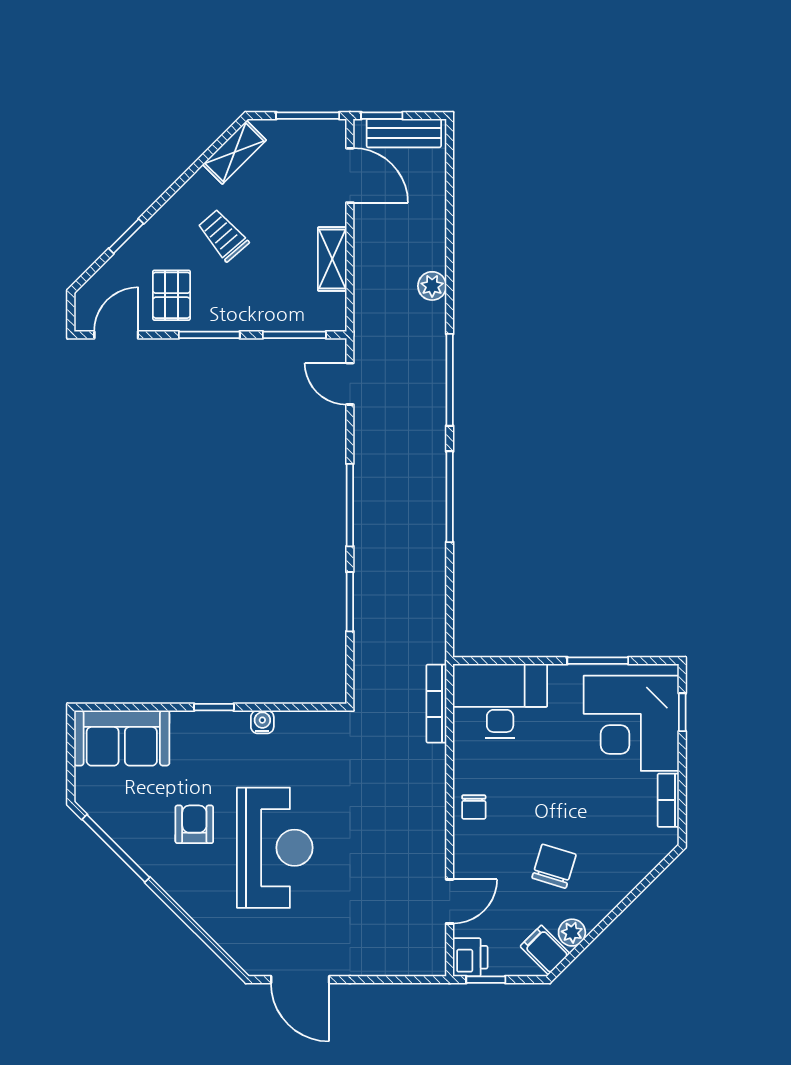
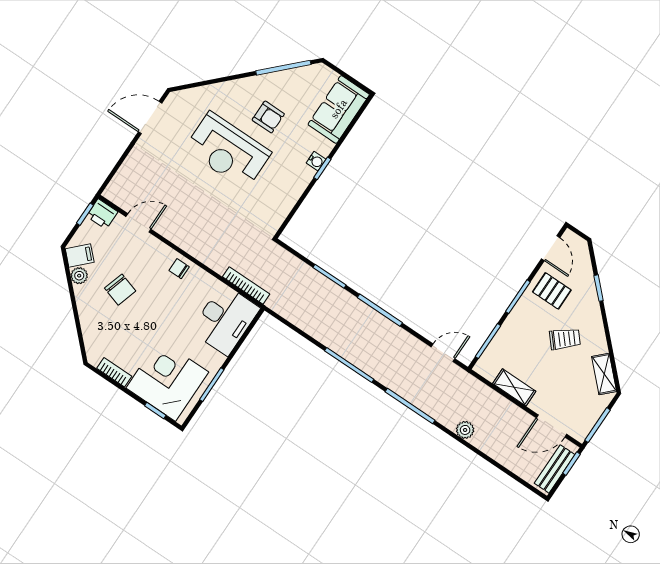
water cooler: (262, 722) -> (316, 161), moved
door: (450, 901) -> (138, 223), swing flipped

